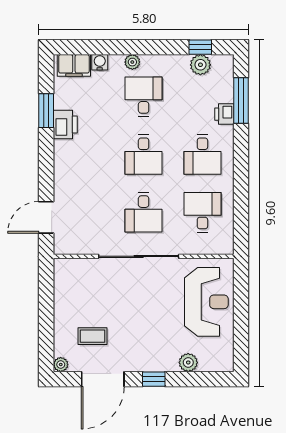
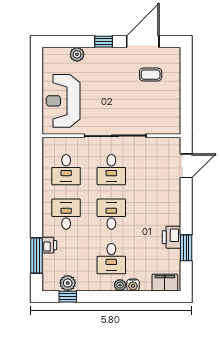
water cooler: (100, 62) -> (133, 285), moved
desk: (144, 212) -> (111, 170), turned 180
plant: (61, 365) -> (175, 53), removed

